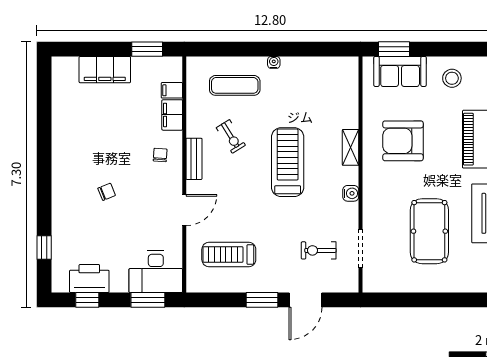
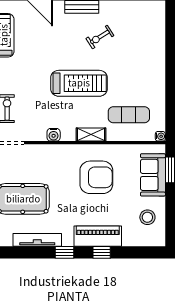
water cooler: (274, 62) -> (160, 136), moved
exercise mat: (235, 85) -> (129, 115), moved, turned 90
armchair: (403, 141) -> (96, 177), turned 90

